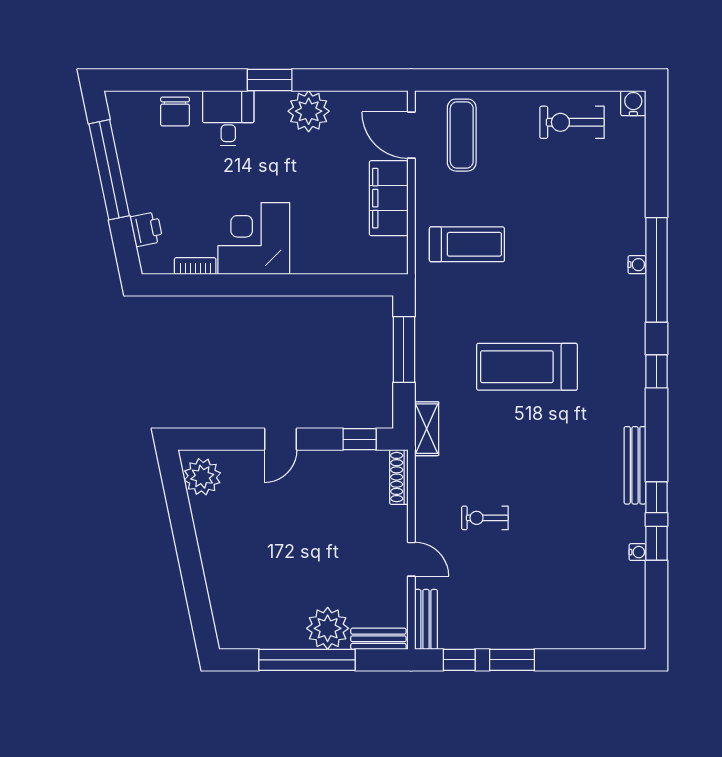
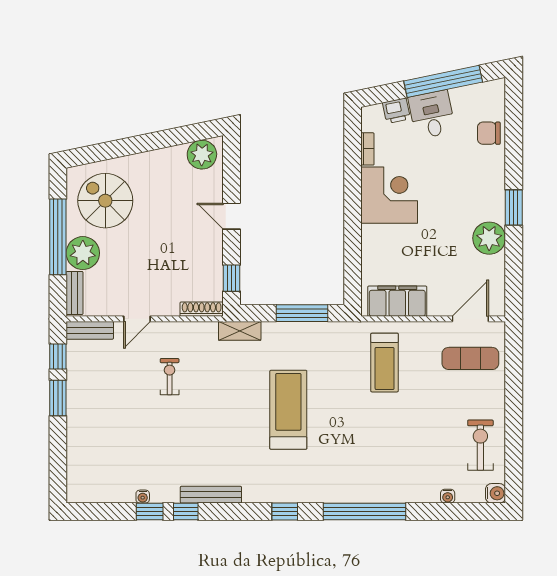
desk: (228, 118) -> (432, 114), moved, turned -102
filing cabinet: (389, 198) -> (397, 301), moved
water cooler: (637, 265) -> (448, 496), moved
spiral stairs: (261, 600) -> (105, 201), added

